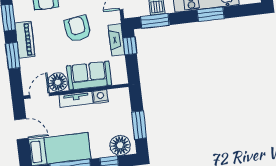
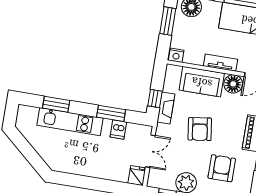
window: (211, 14) -> (56, 104), moved
window: (155, 21) -> (111, 113), moved
nightstand: (101, 97) -> (176, 55), moved

